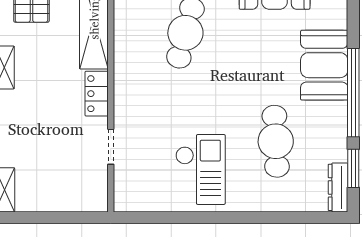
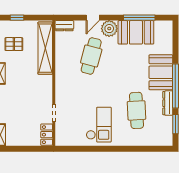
locker: (97, 94) -> (47, 135), moved
dresser: (338, 187) -> (168, 103), moved

